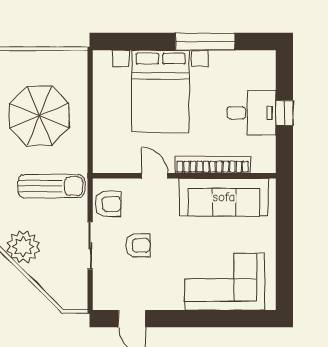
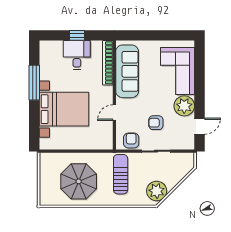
bookcase: (213, 165) -> (108, 63), moved
armchair: (138, 245) -> (156, 123), turned -90
plant: (166, 293) -> (184, 106), added

